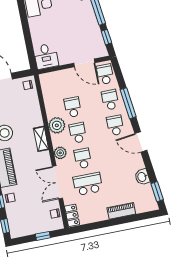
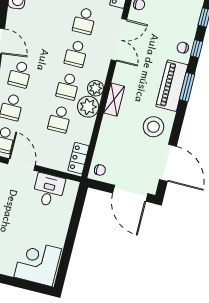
desk: (46, 56) -> (49, 190), moved
locker: (47, 86) -> (78, 158), added
plant: (60, 153) -> (95, 88), moved
school desk: (88, 184) -> (84, 21), width x0.54

